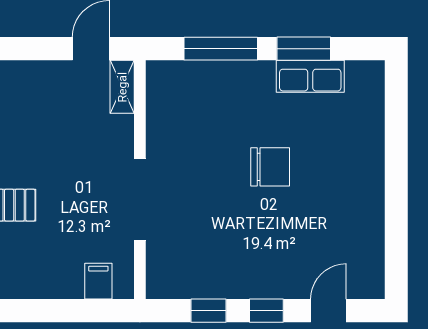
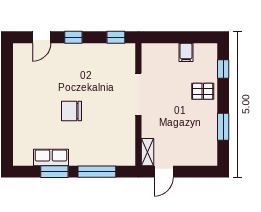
filing cabinet: (98, 281) -> (186, 52), moved
window: (209, 311) -> (116, 37), moved

